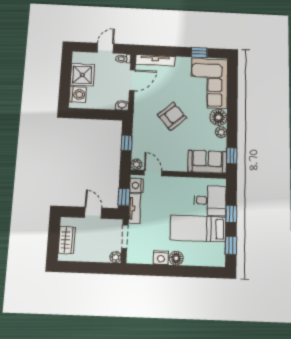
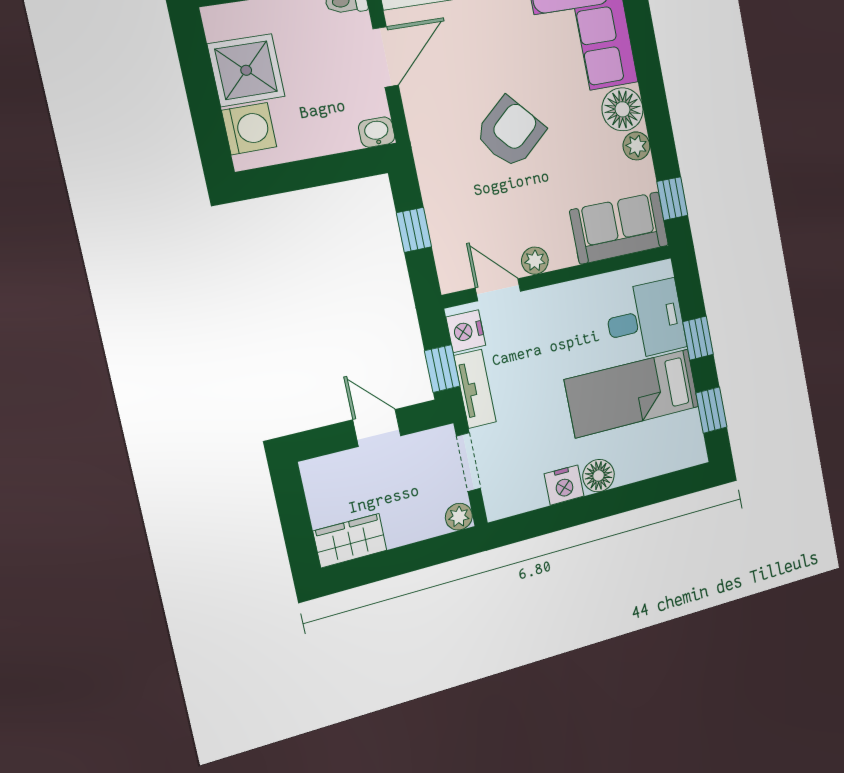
plant: (136, 164) -> (535, 261), moved
wardrobe: (67, 240) -> (350, 541), moved, turned -90

